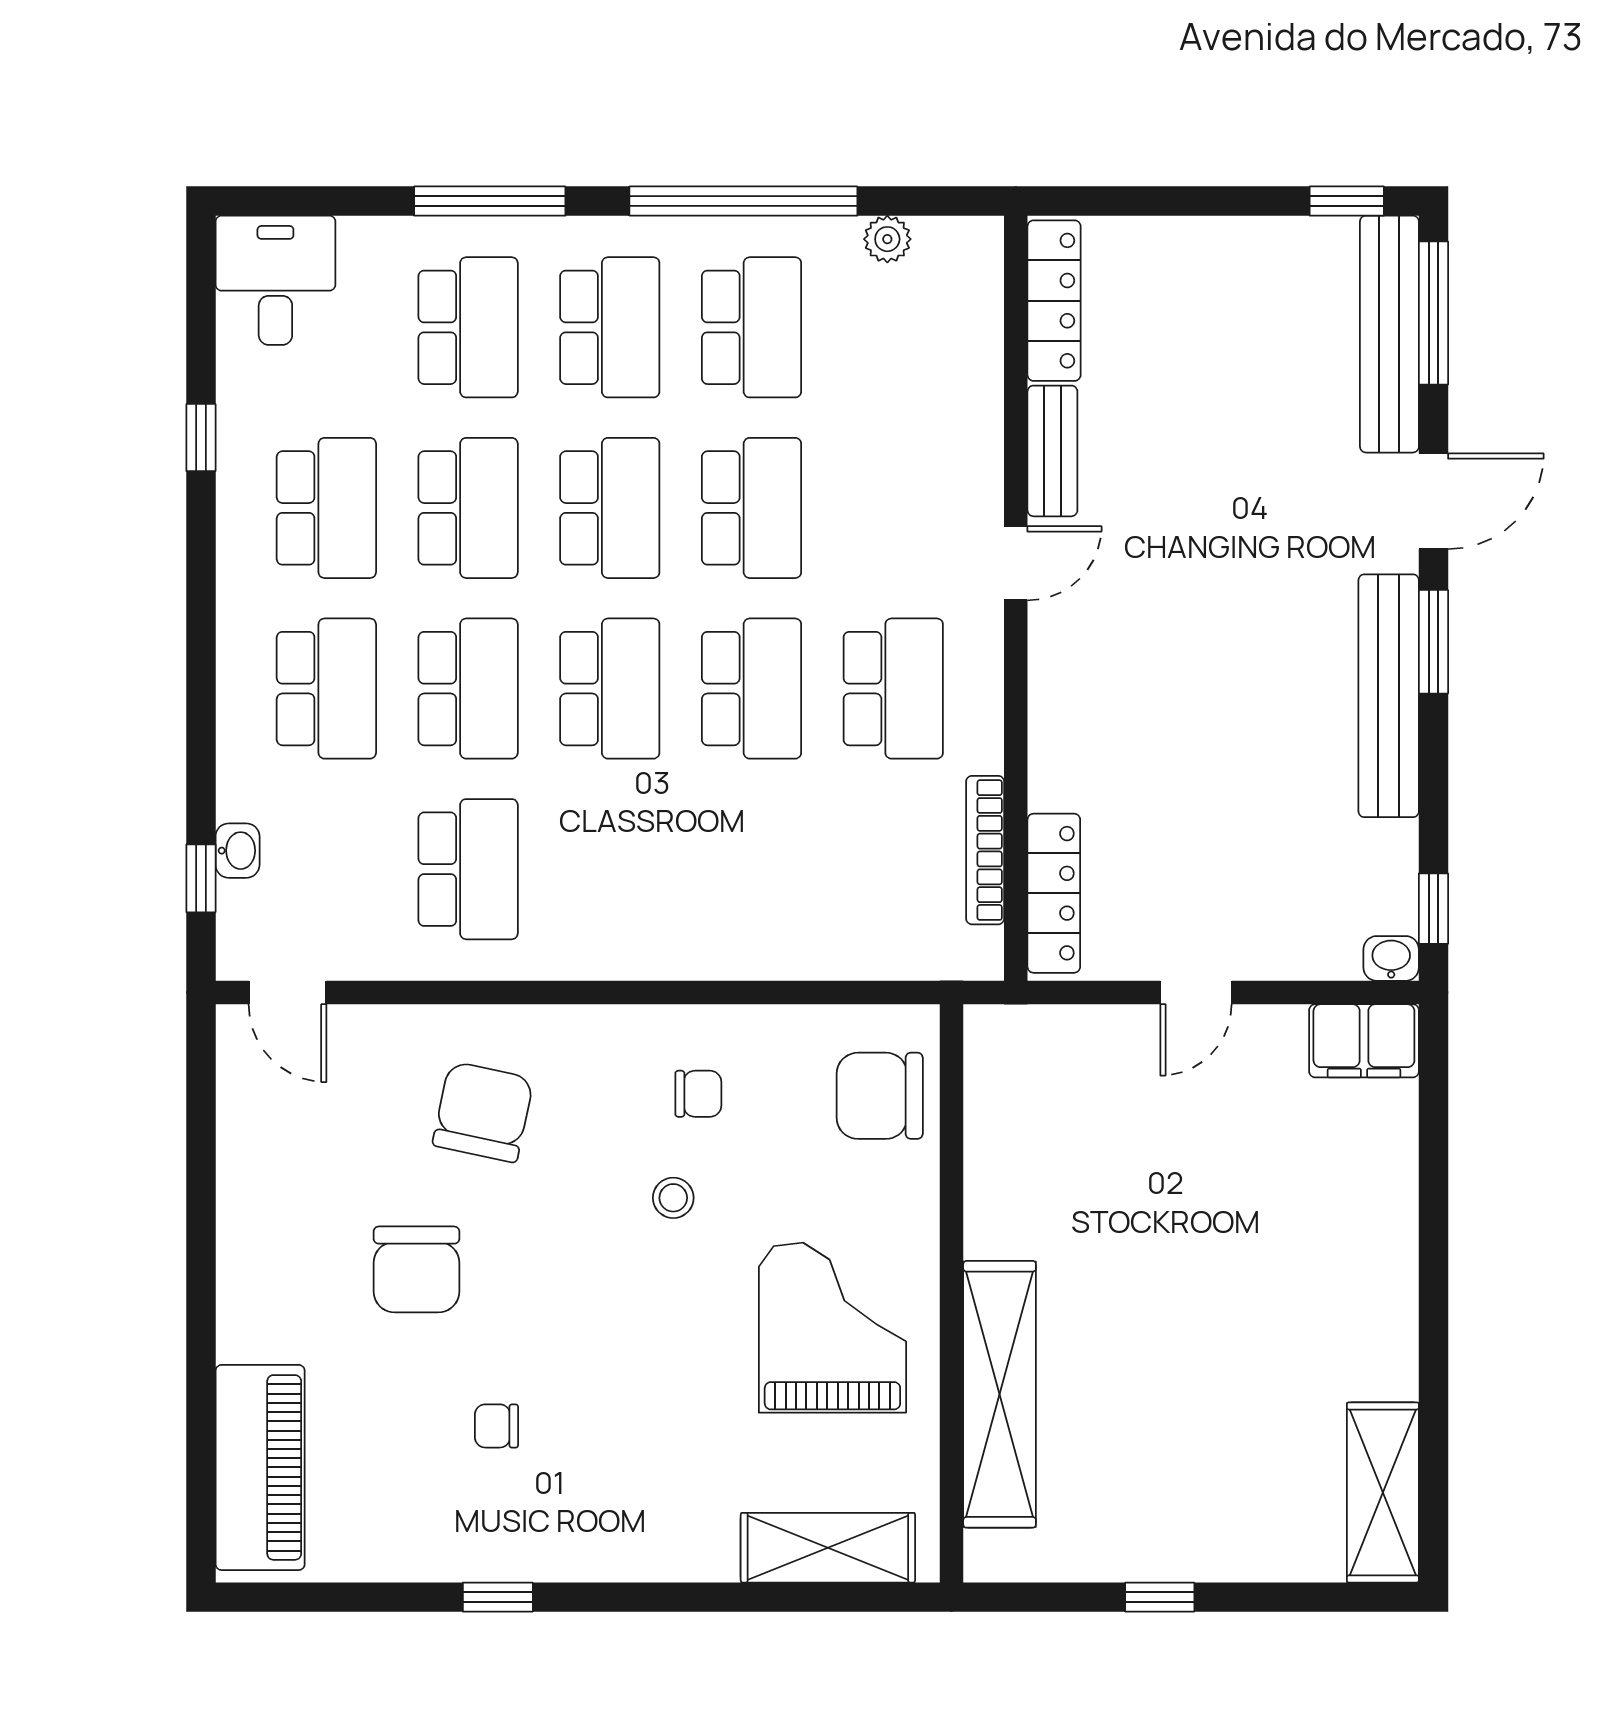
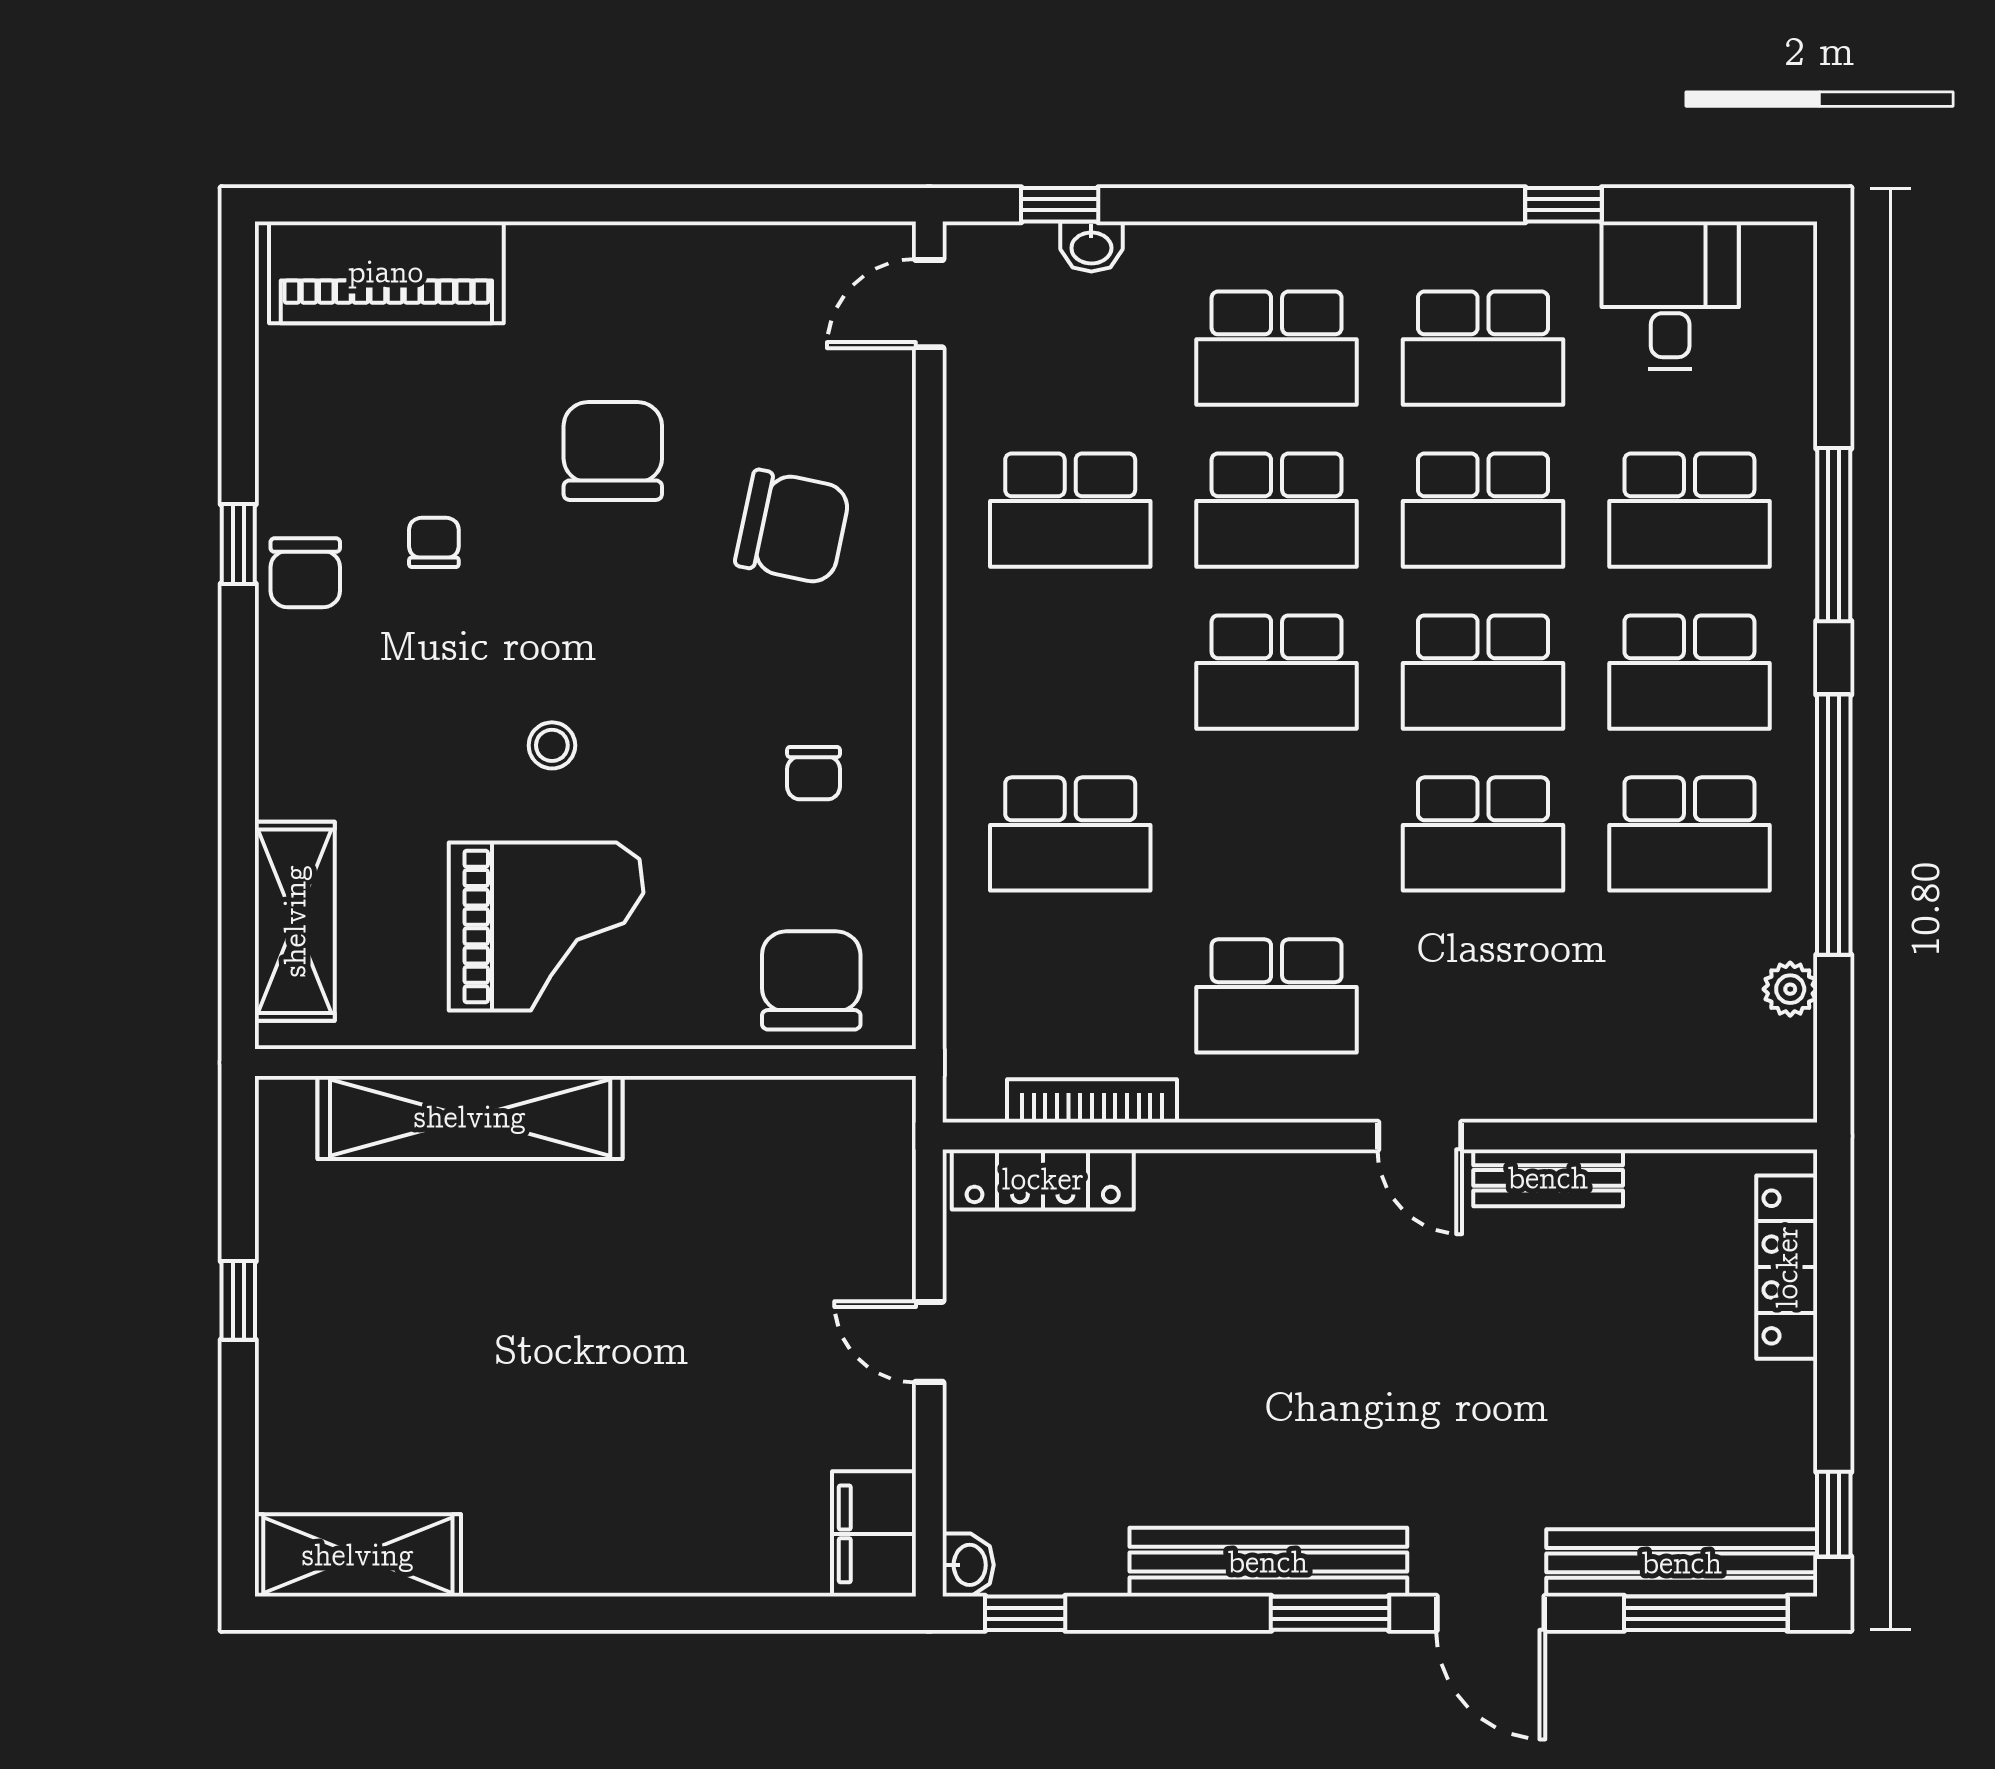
desk: (275, 280) -> (1670, 295), moved, turned -90
locker: (1054, 301) -> (1787, 1267), moved, turned 90
school desk: (752, 689) -> (1070, 834), moved
stool: (673, 1198) -> (552, 745), moved
chair: (416, 1269) -> (613, 451), turned 90
chair: (523, 1538) -> (305, 573), added

